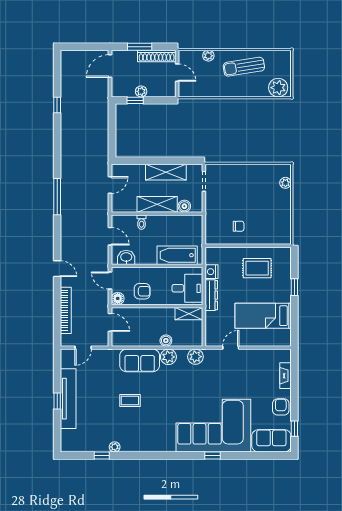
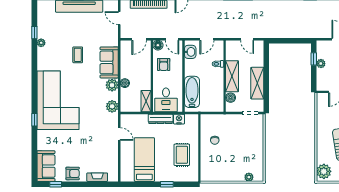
door: (110, 280) -> (172, 39), swing flipped
corner sofa: (213, 426) -> (58, 100), moved

